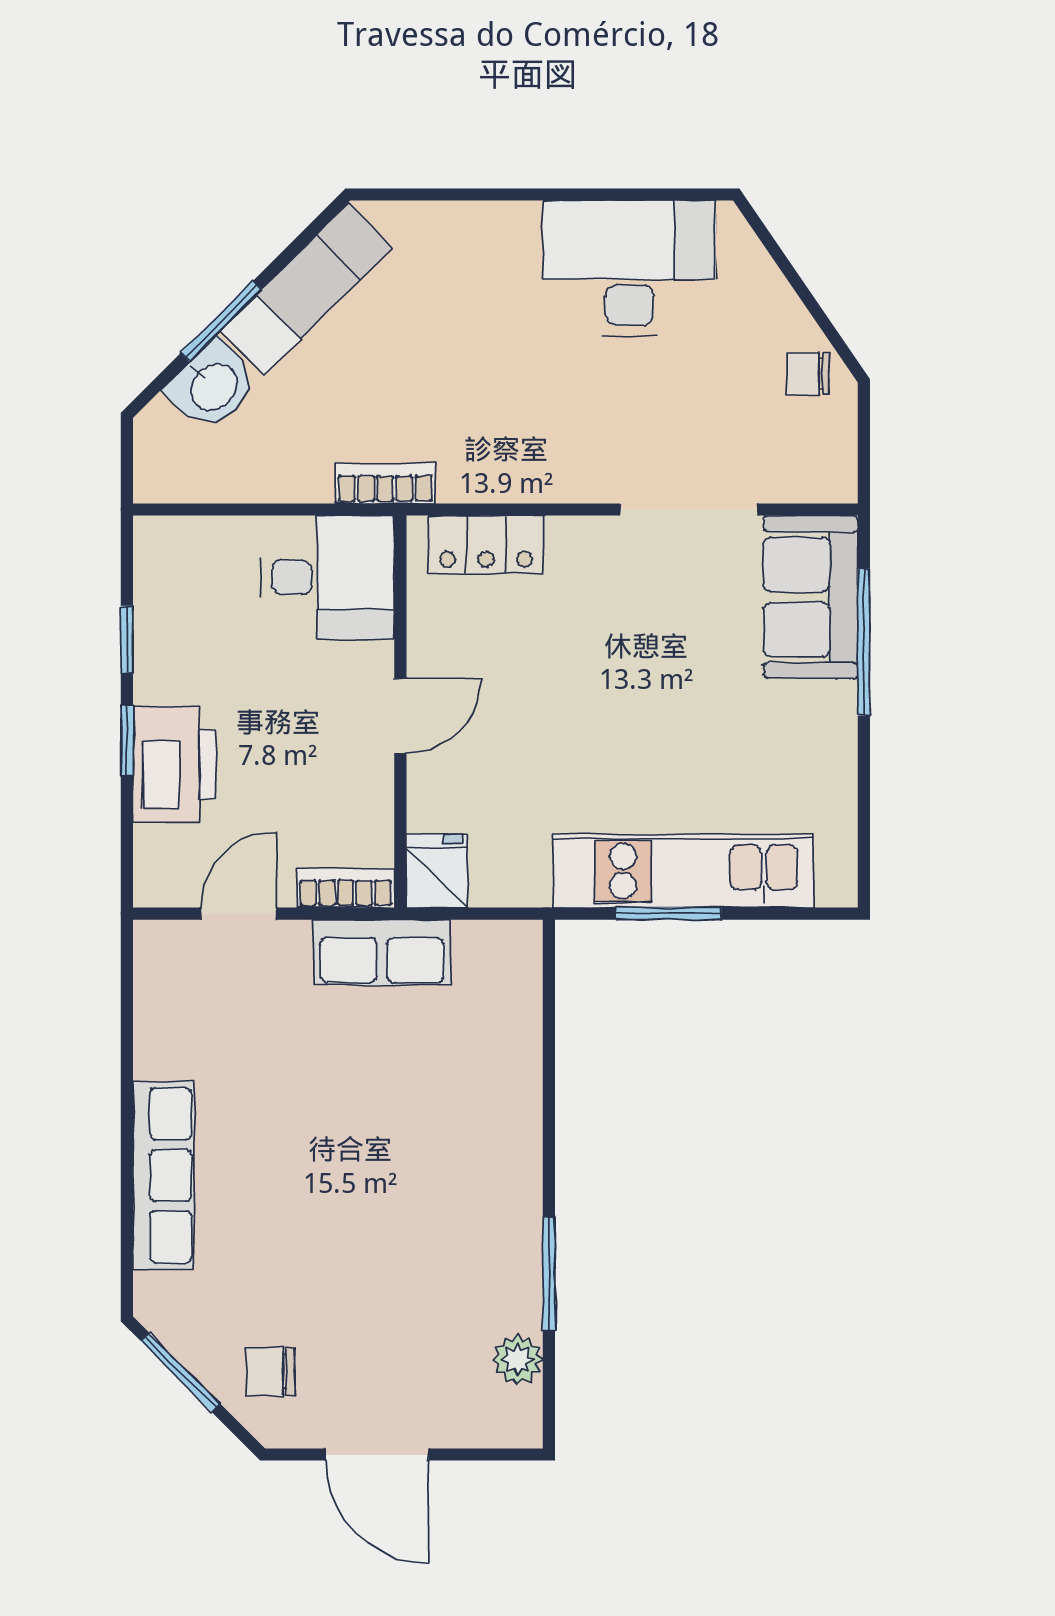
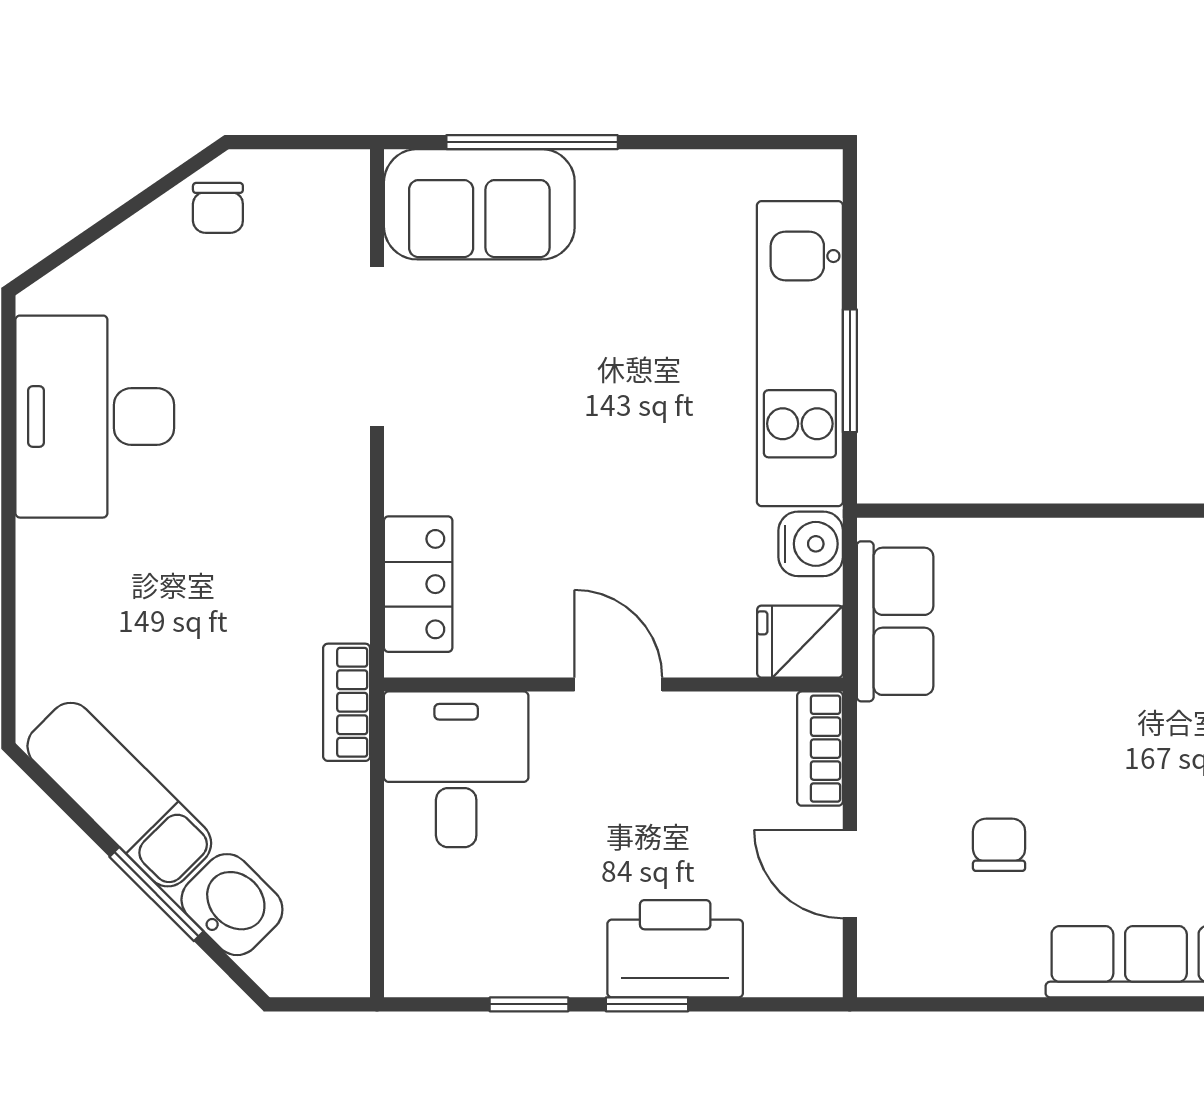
water cooler: (521, 880) -> (811, 544), added
row of seats: (382, 952) -> (895, 621), moved
chair: (263, 1041) -> (999, 845), added

